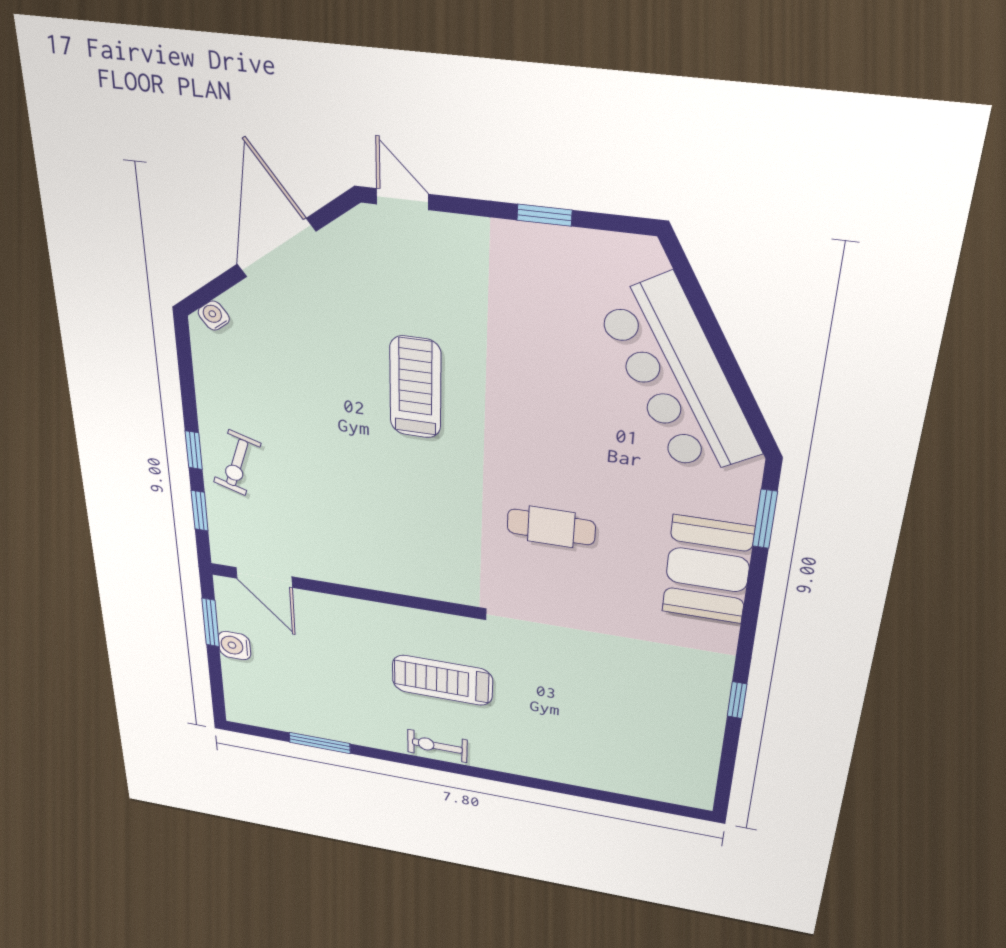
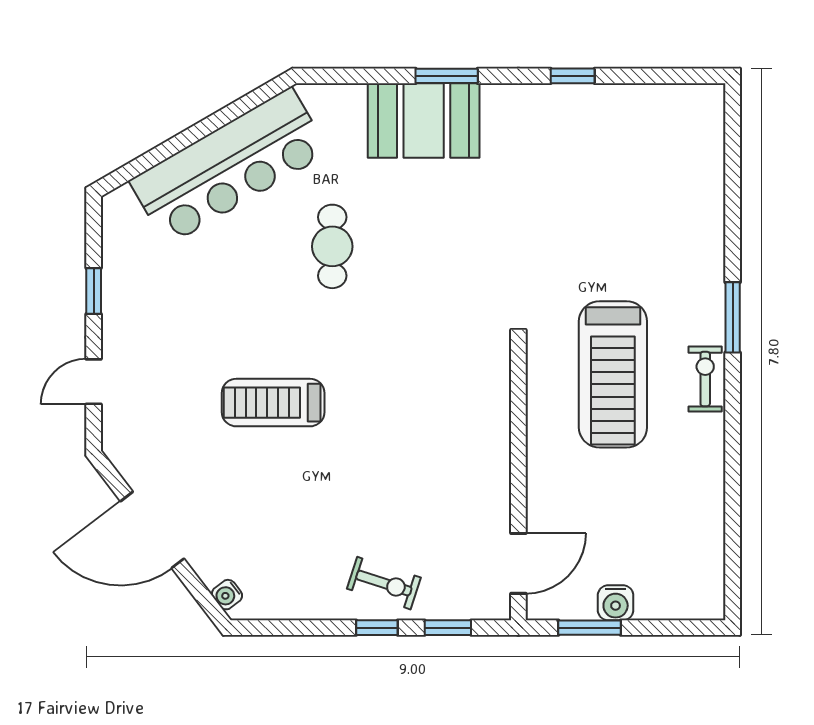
door: (402, 199) -> (94, 382), moved
window: (765, 519) -> (447, 76), moved
cafe table: (551, 527) -> (332, 246), moved
treadmill: (442, 680) -> (613, 374), width x1.37, depth x1.38
window: (320, 743) -> (733, 317), moved
exercise bike: (437, 746) -> (705, 379), turned 180

